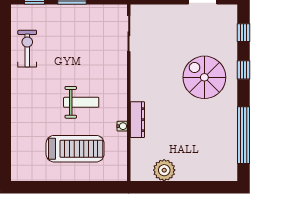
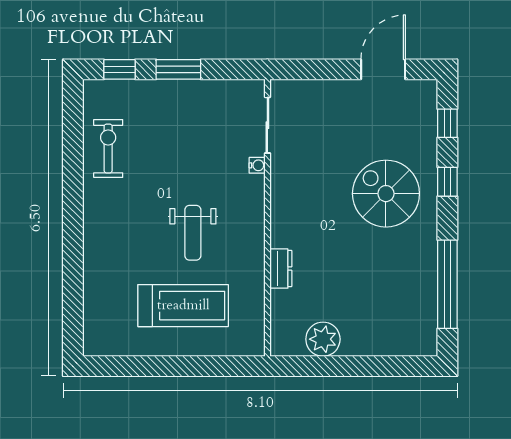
weight bench: (81, 102) -> (193, 233), turned 90
dresser: (137, 120) -> (281, 269), width x0.70
water cooler: (122, 126) -> (257, 165), moved

